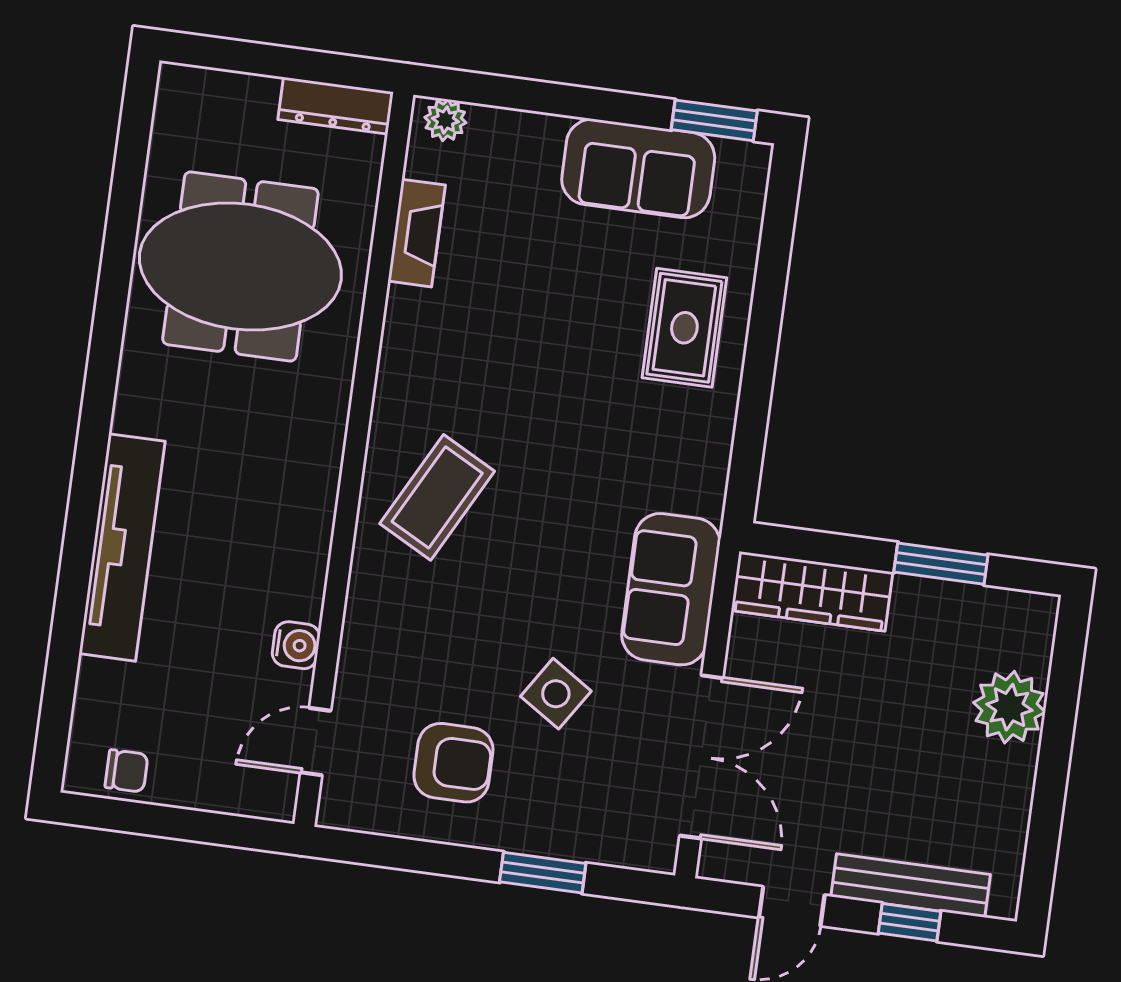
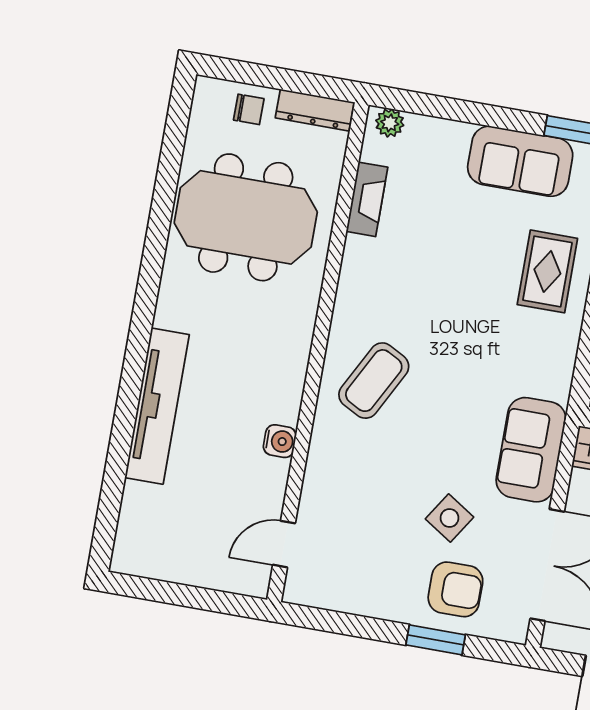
water cooler: (296, 645) -> (280, 441), moved
armchair: (453, 763) -> (455, 589), moved
chair: (126, 771) -> (249, 109), moved

